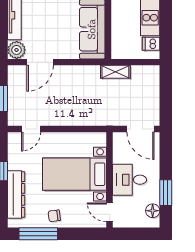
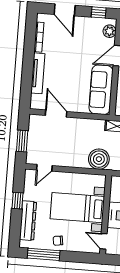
plant: (17, 50) -> (37, 102), removed
door: (40, 62) -> (56, 113), swing flipped
boiler: (96, 113) -> (99, 159), added

